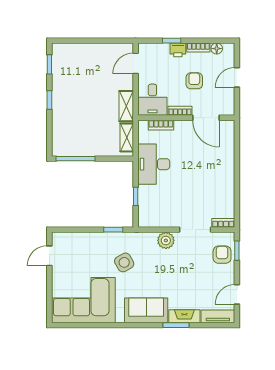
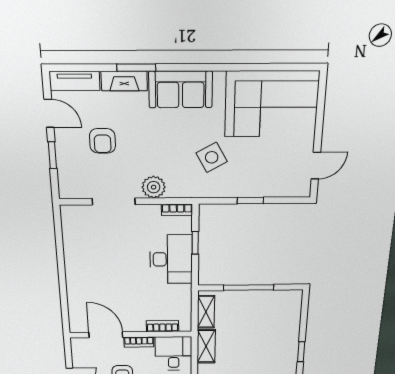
window: (76, 159) -> (249, 287), moved
desk: (154, 164) -> (171, 259), moved
bookcase: (223, 223) -> (177, 210), moved
window: (113, 230) -> (250, 200), moved
window: (237, 251) -> (52, 155), moved
armchair: (222, 255) -> (102, 141), moved
door: (237, 294) -> (49, 113), hinge flipped

